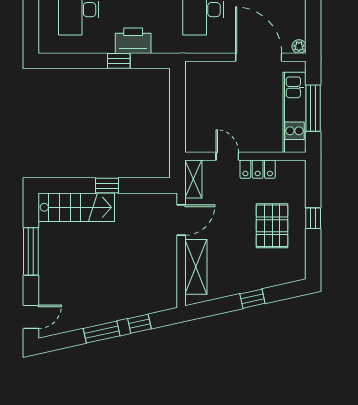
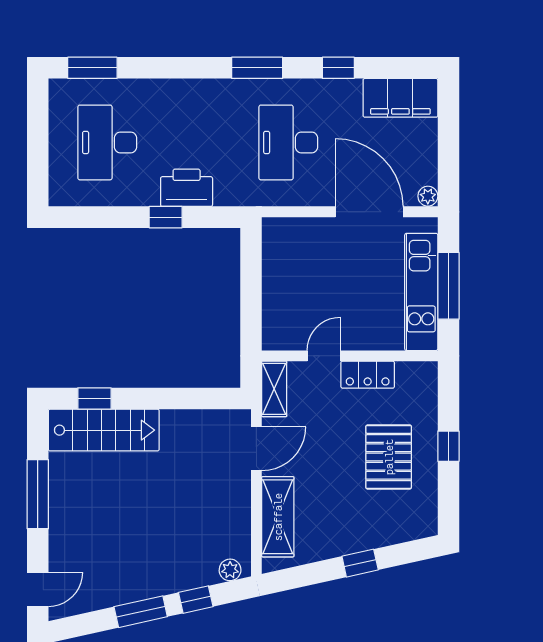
door: (227, 156) -> (324, 356), hinge flipped
window: (107, 186) -> (94, 399), moved
plant: (163, 303) -> (230, 570), added

